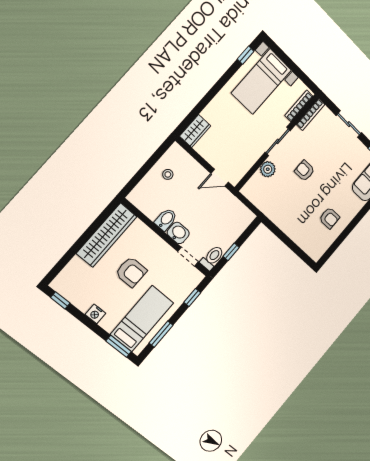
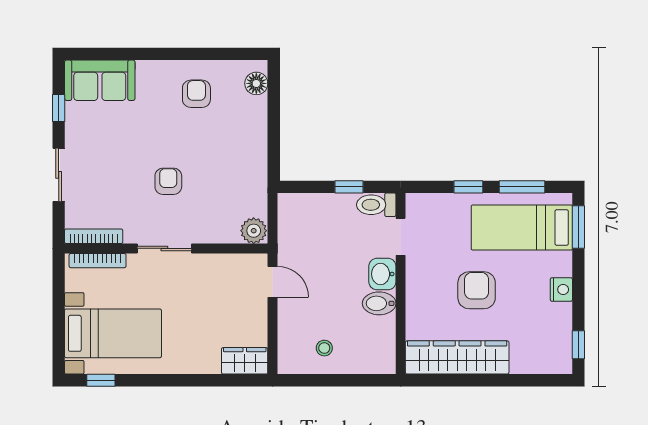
plant: (268, 169) -> (254, 231), moved
armchair: (304, 171) -> (168, 181), turned 180
floor lamp: (311, 249) -> (256, 83), added
window: (192, 297) -> (468, 187), moved

